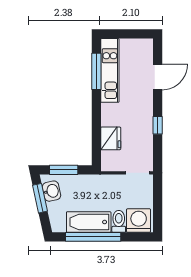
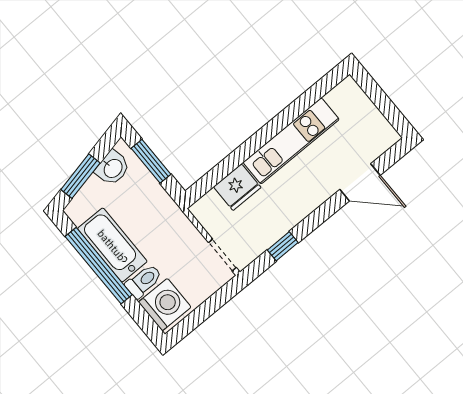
kitchen unit: (110, 70) -> (291, 141), moved
window: (96, 71) -> (305, 102), removed
window: (158, 125) -> (283, 246), moved
window: (40, 198) -> (80, 176), moved

